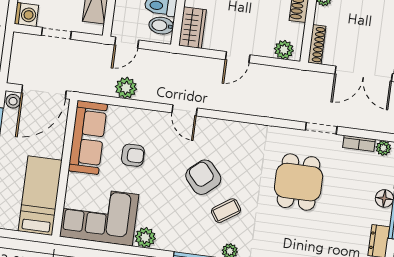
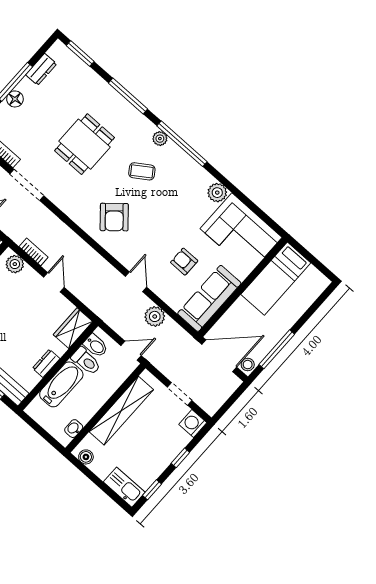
door: (238, 57) -> (54, 282), hinge flipped
bookcase: (274, 72) -> (34, 252), added
door: (184, 110) -> (136, 282), moved
doorway: (321, 128) -> (27, 185), width x1.38
armchair: (203, 177) -> (114, 217), moved
dining table: (299, 182) -> (85, 144), moved

